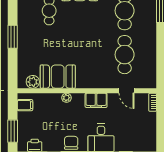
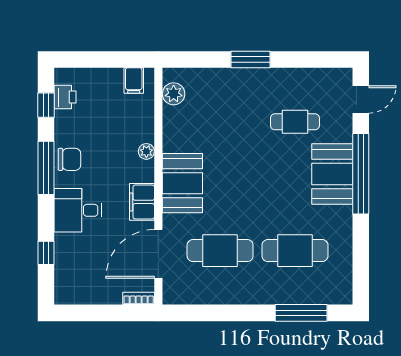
booth: (58, 77) -> (182, 183), moved
door: (126, 91) -> (158, 254), width x1.87
window: (13, 131) -> (89, 59), removed

